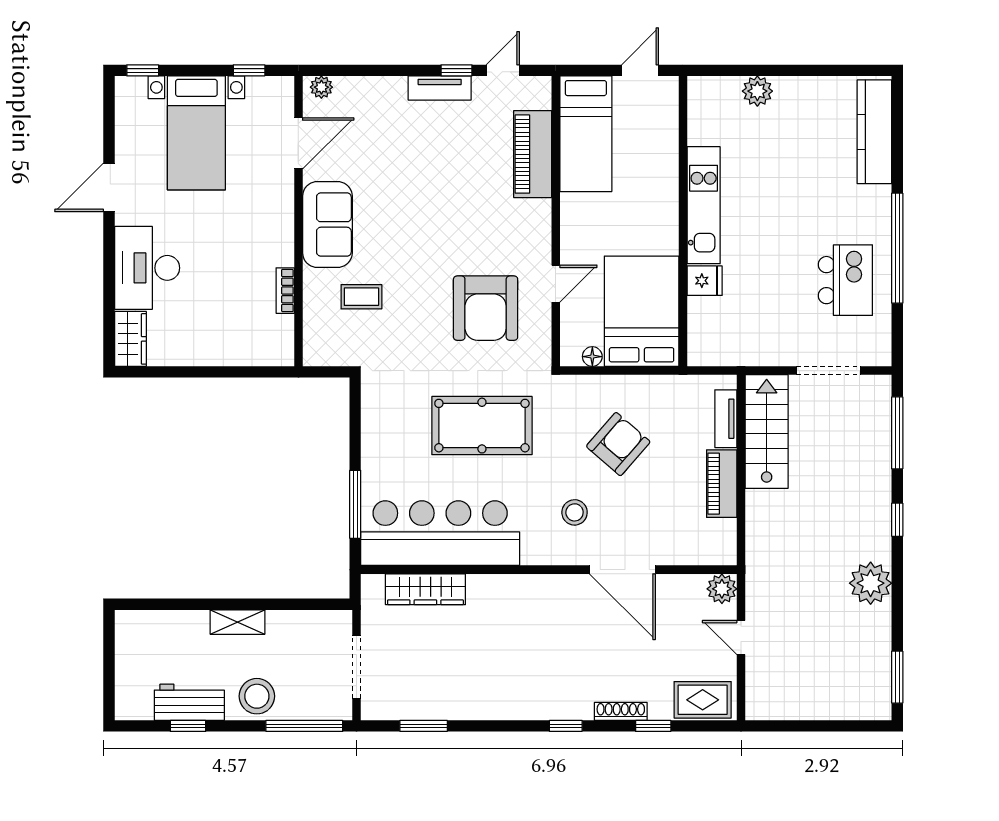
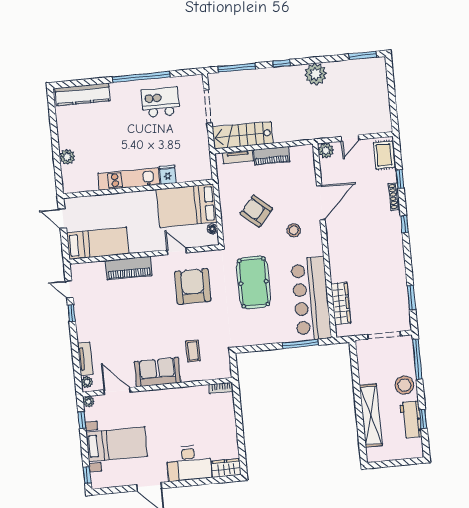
plant: (283, 87) -> (89, 402), added
tv unit: (440, 88) -> (85, 359), moved
piano: (533, 154) -> (129, 268), moved
bookcase: (285, 291) -> (221, 388), moved
armchair: (486, 308) -> (193, 286), turned -90
shelving: (237, 622) -> (371, 415), width x2.20, depth x1.33

